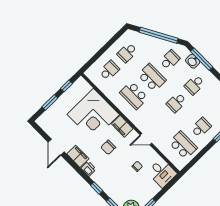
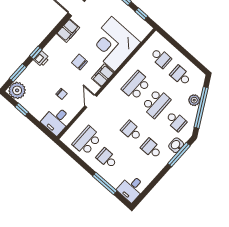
plant: (151, 41) -> (194, 100), added
school desk: (201, 127) -> (107, 158), turned 180
school desk: (183, 145) -> (87, 141), turned 180
printer: (88, 169) -> (41, 59), moved

